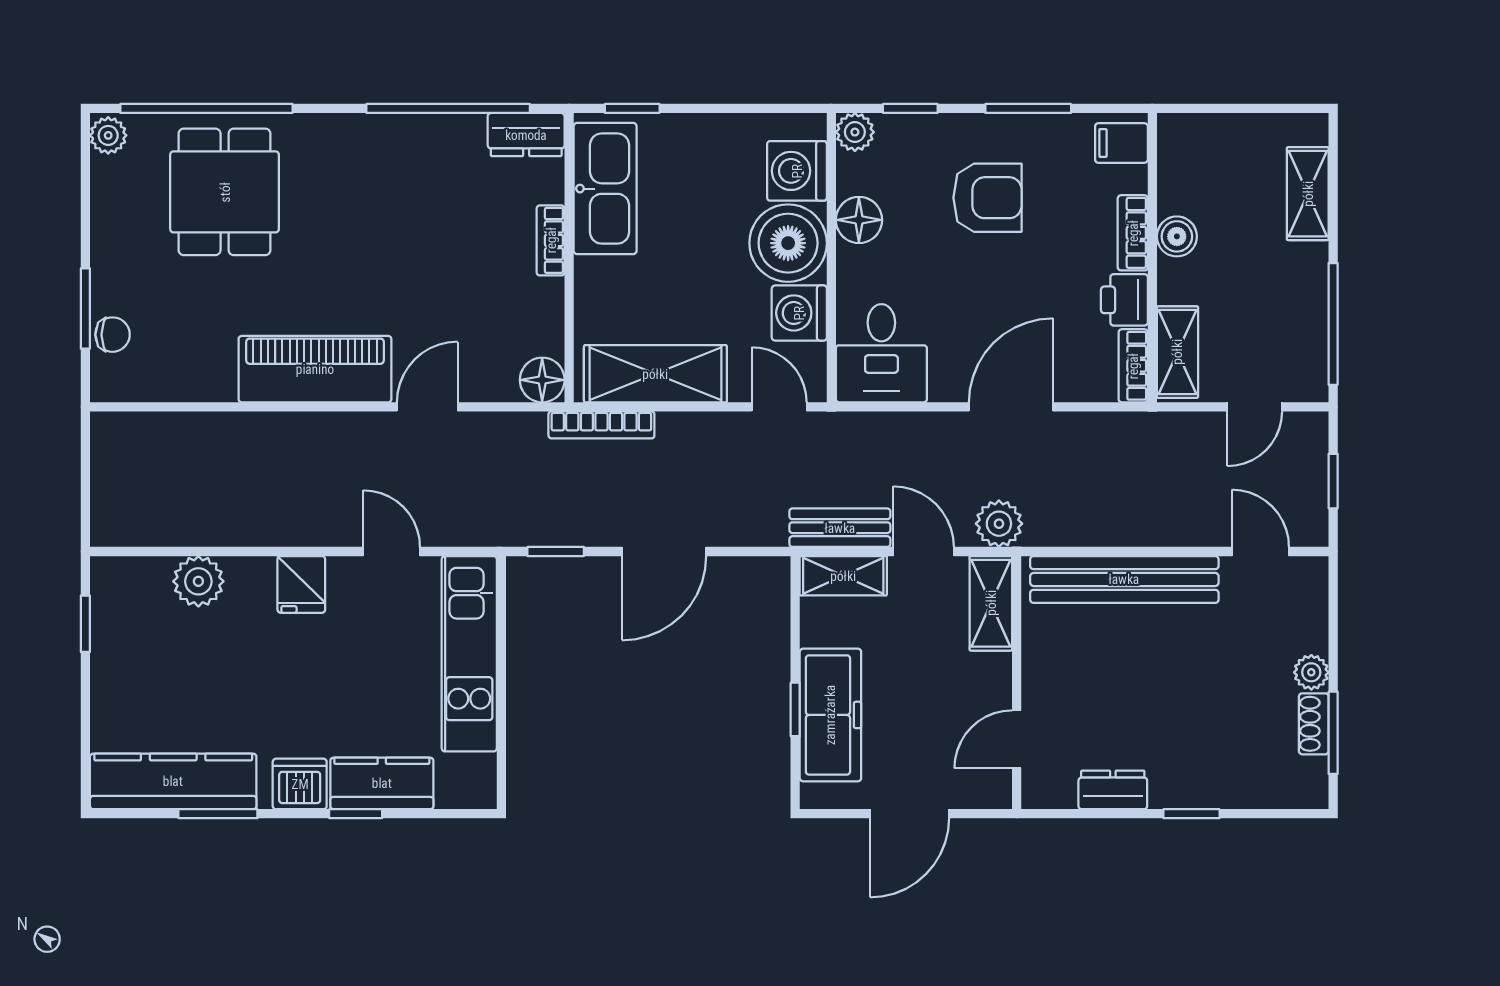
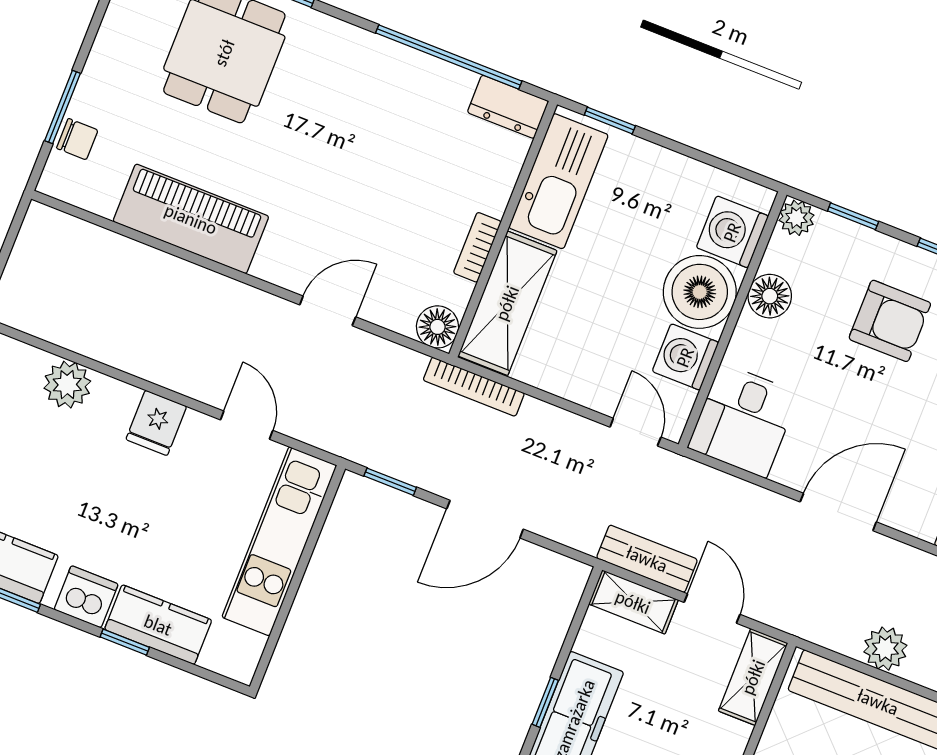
bookcase: (551, 240) -> (477, 247), moved
piano: (315, 369) -> (191, 219), moved
shelving: (655, 374) -> (507, 303), moved, turned 90
plant: (999, 524) -> (885, 649), moved

